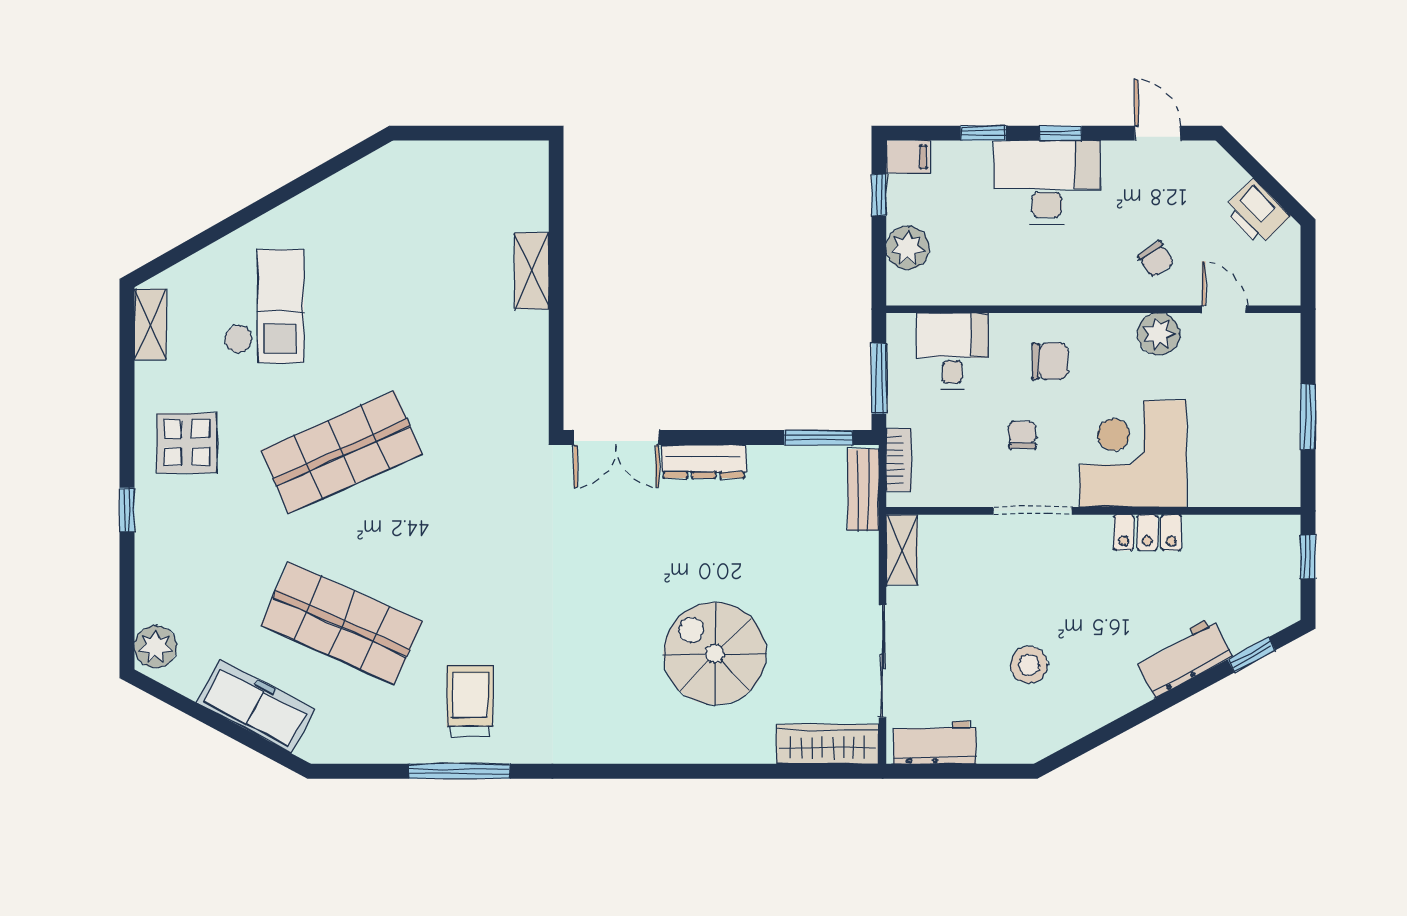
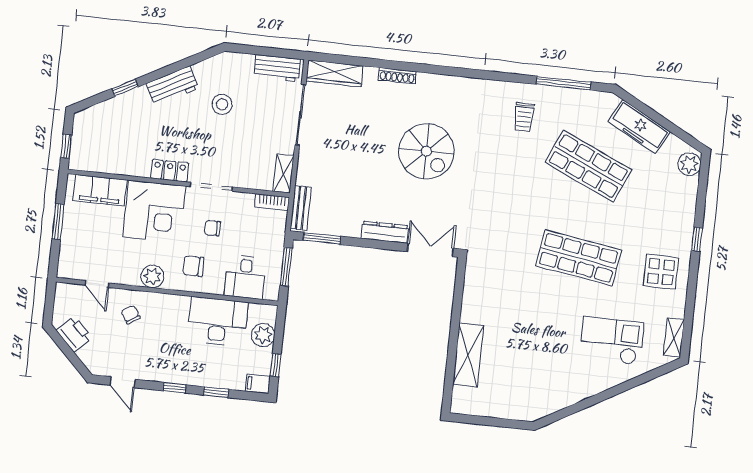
desk: (1047, 182) -> (218, 322), moved, turned 180
shelving: (532, 271) -> (468, 355), width x1.50, depth x1.33
checkout: (264, 306) -> (612, 341), turned 90
plant: (1159, 334) -> (152, 276), moved
chair: (1022, 435) -> (212, 228), turned 90
shop shelf: (342, 452) -> (579, 258), turned 33
bookcase: (899, 460) -> (272, 202), moved, turned -90
filing cabinet: (1237, 482) -> (100, 190), added
locker: (1147, 533) -> (170, 171), moved
spiral stairs: (715, 654) -> (426, 151), moved
window: (1251, 655) -> (125, 88), moved
workbench: (1183, 657) -> (172, 86), moved
trolley: (470, 701) -> (524, 117), width x0.73, depth x0.72
shoe rack: (712, 752) -> (397, 76), added
window: (459, 771) -> (564, 83), moved

